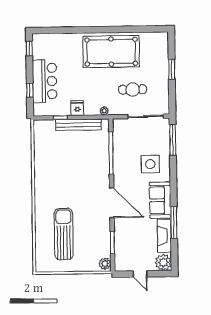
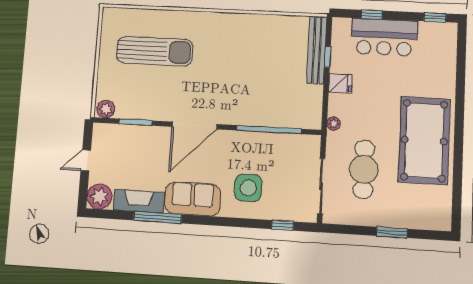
cafe table: (133, 90) -> (364, 169), width x1.37, depth x1.35
bench: (79, 125) -> (317, 50), moved
window: (173, 140) -> (283, 225), width x0.46

